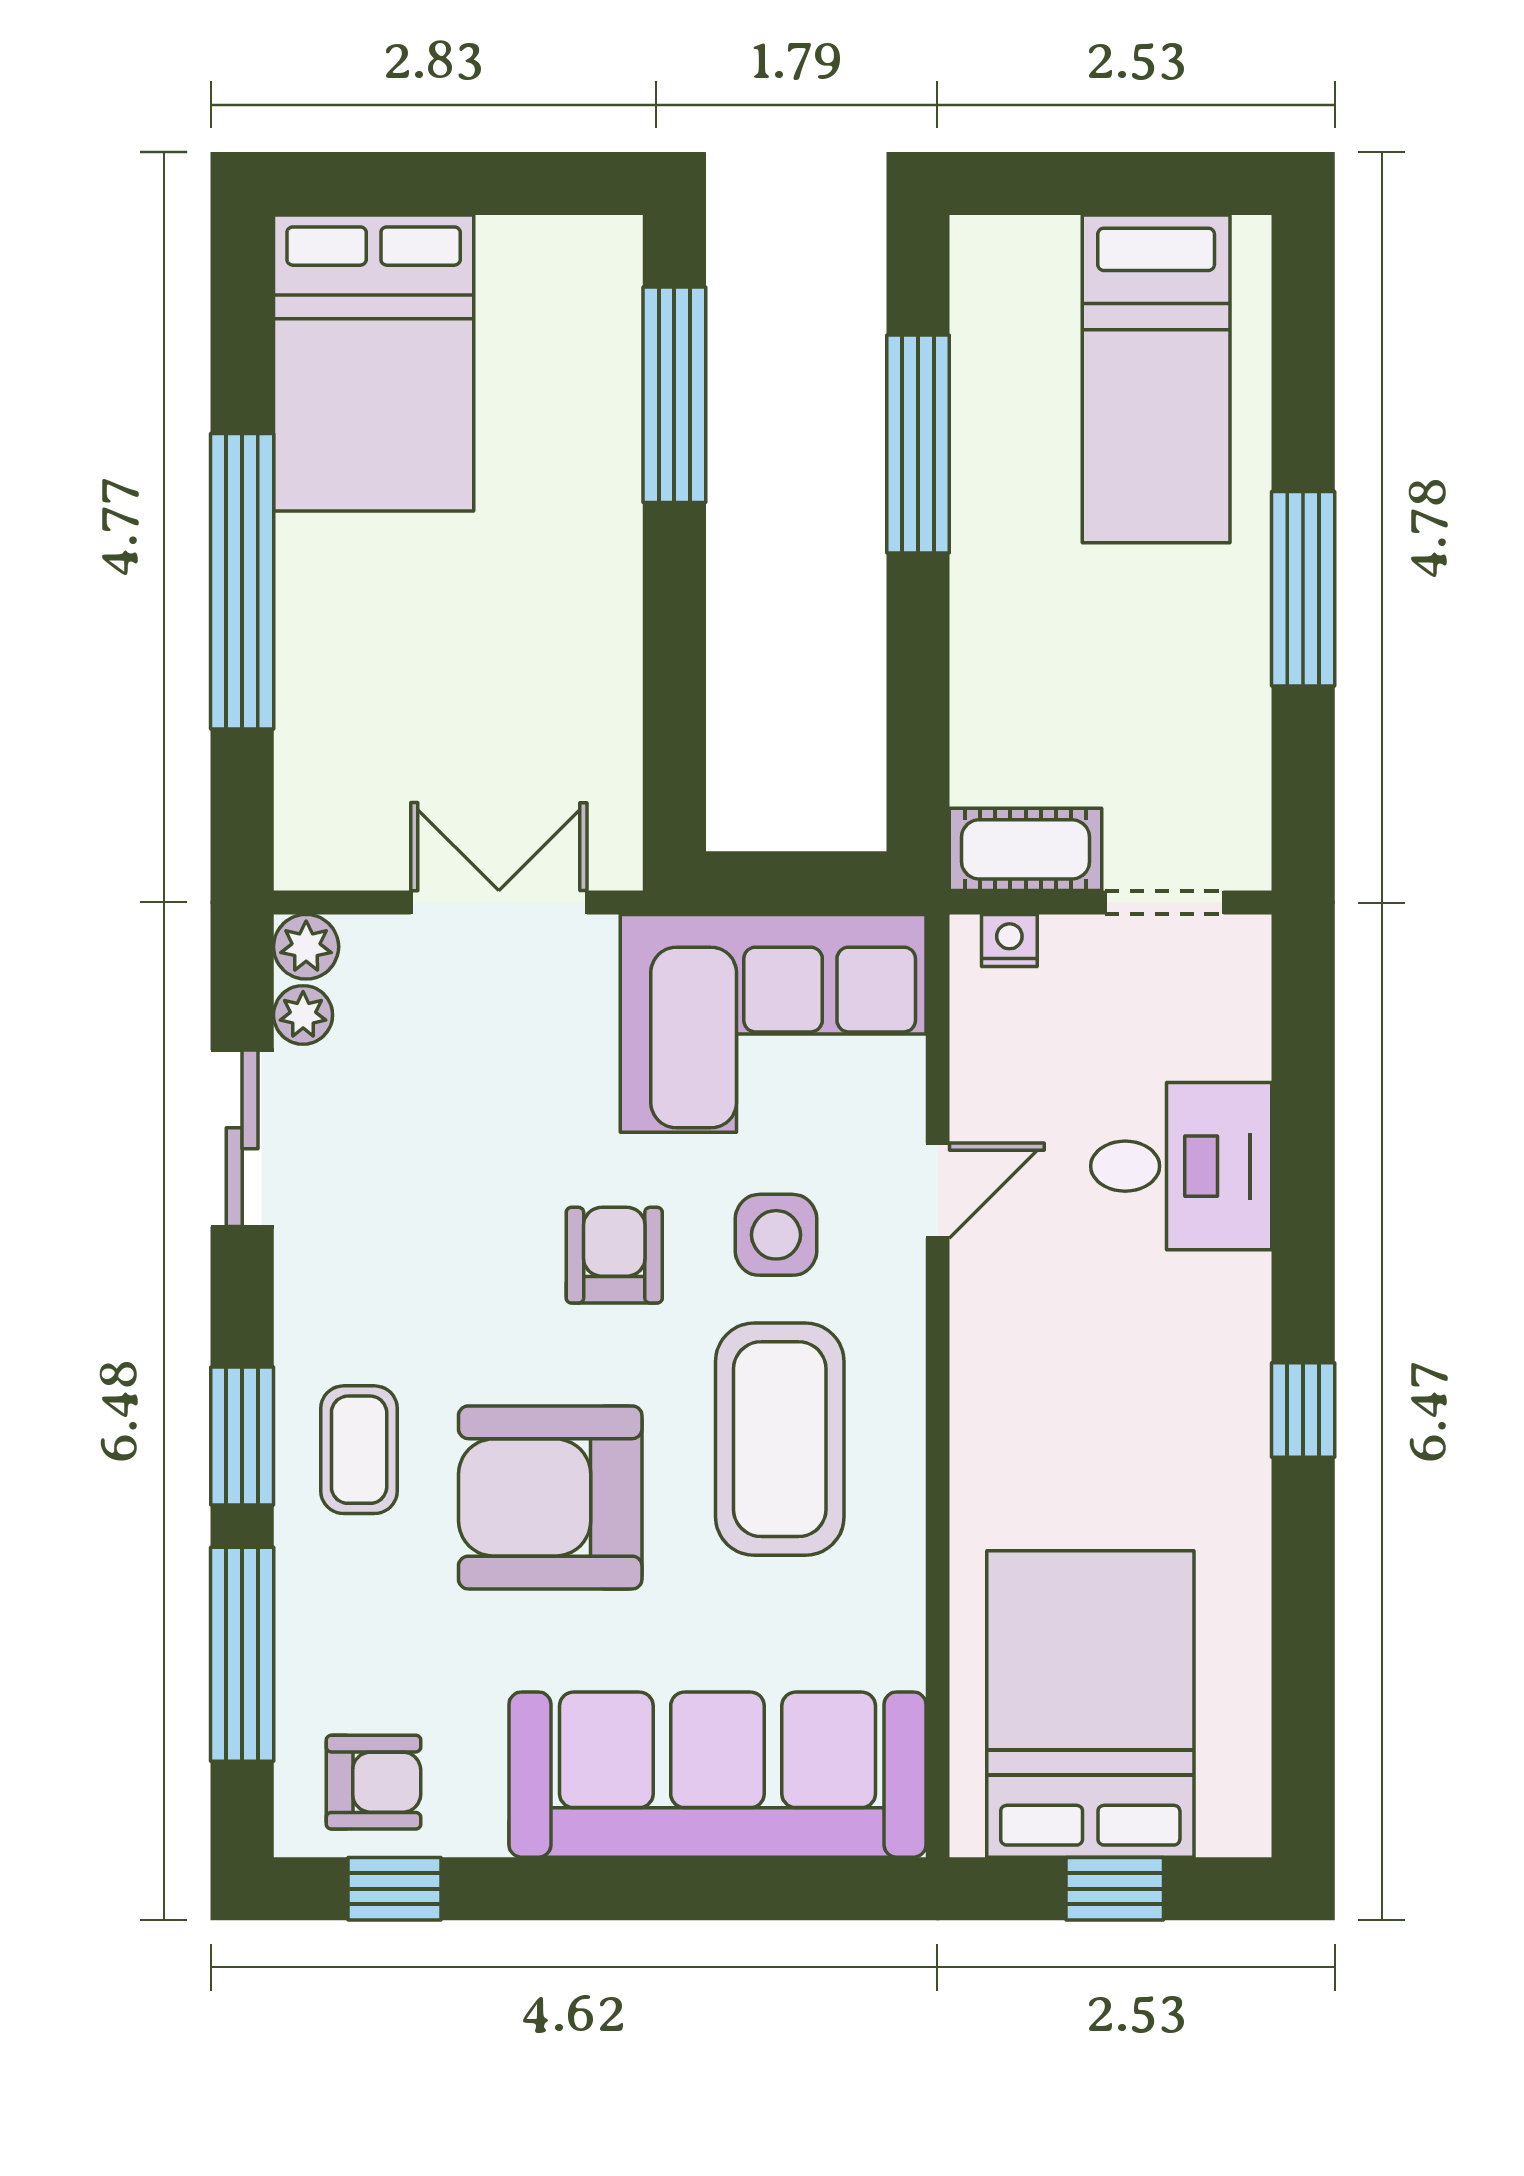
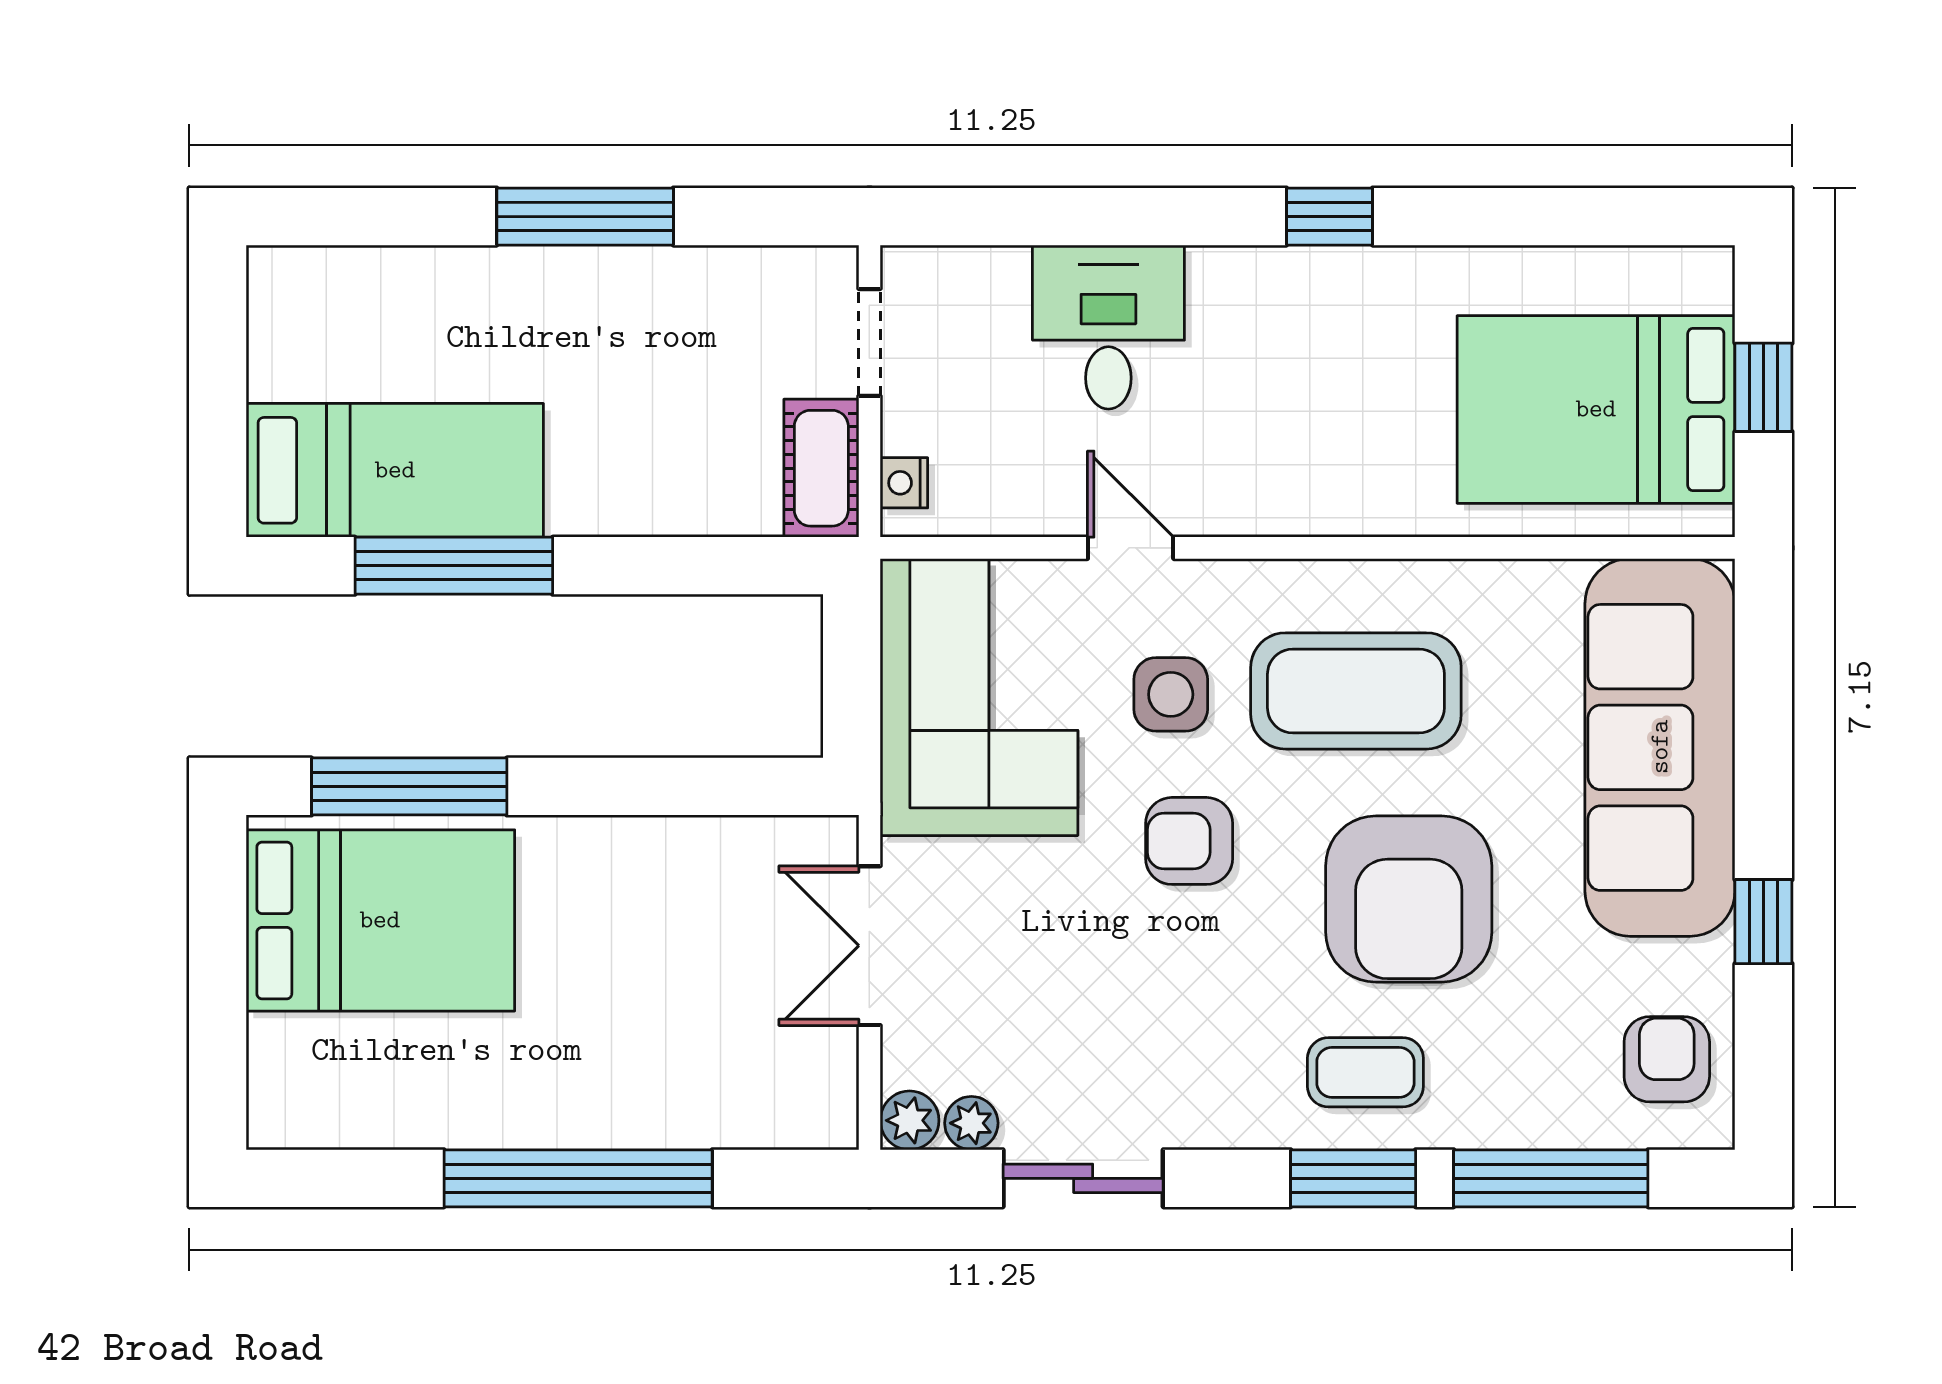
bed: (374, 363) -> (380, 920), moved
bed: (1156, 379) -> (395, 470), moved
window: (395, 1889) -> (1763, 922), moved

